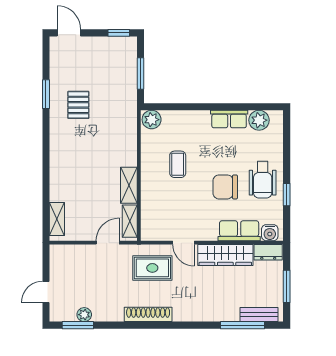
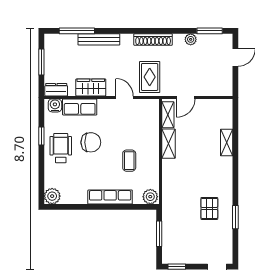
row of seats: (229, 119) -> (110, 197), moved, width x1.48
plant: (259, 120) -> (52, 196), moved
shelving: (57, 219) -> (227, 143), moved
wardrobe: (225, 255) -> (91, 87), width x0.67
rug: (152, 268) -> (150, 77), turned 90
plant: (84, 315) -> (191, 39), moved
bench: (259, 315) -> (99, 39), moved, width x1.36

